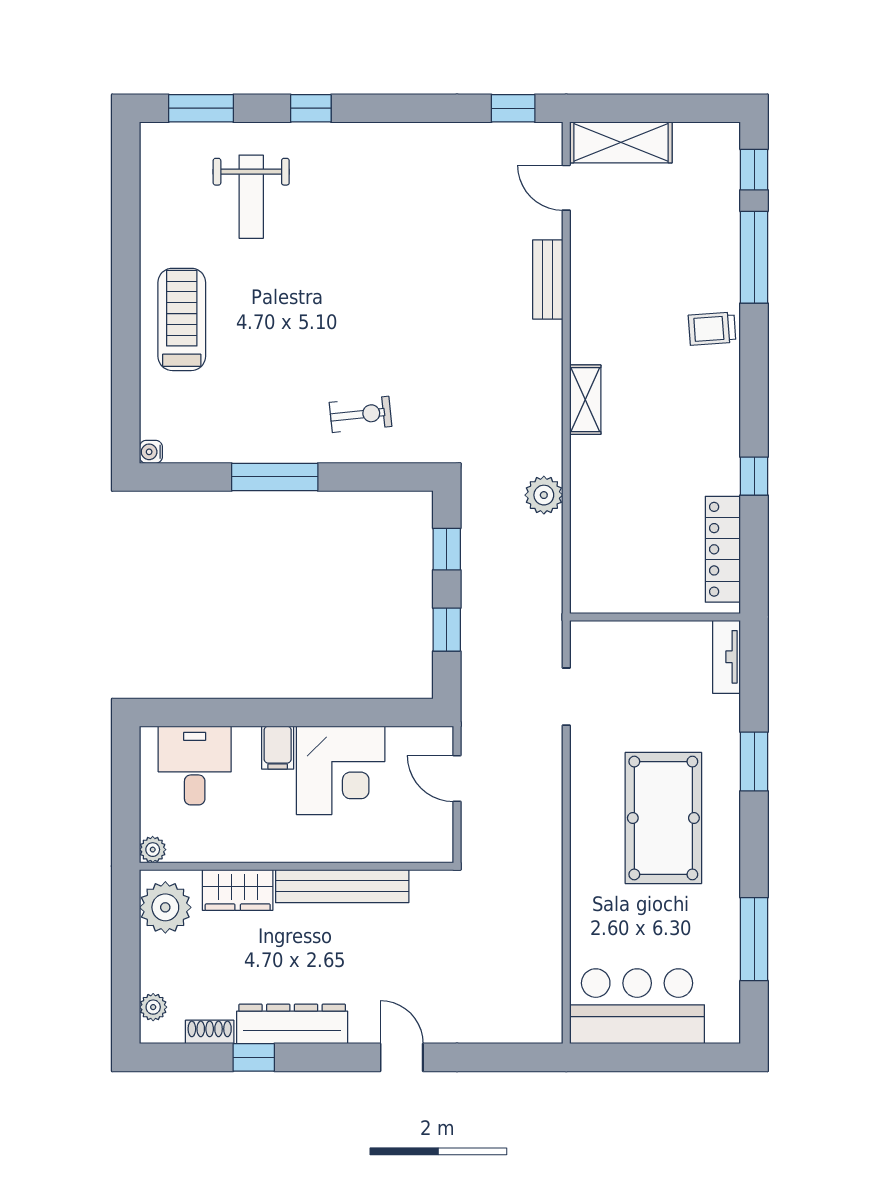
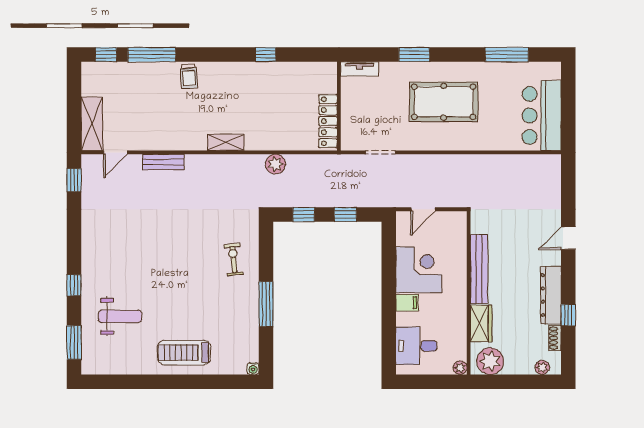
locker: (723, 549) -> (328, 121), moved, turned 90

